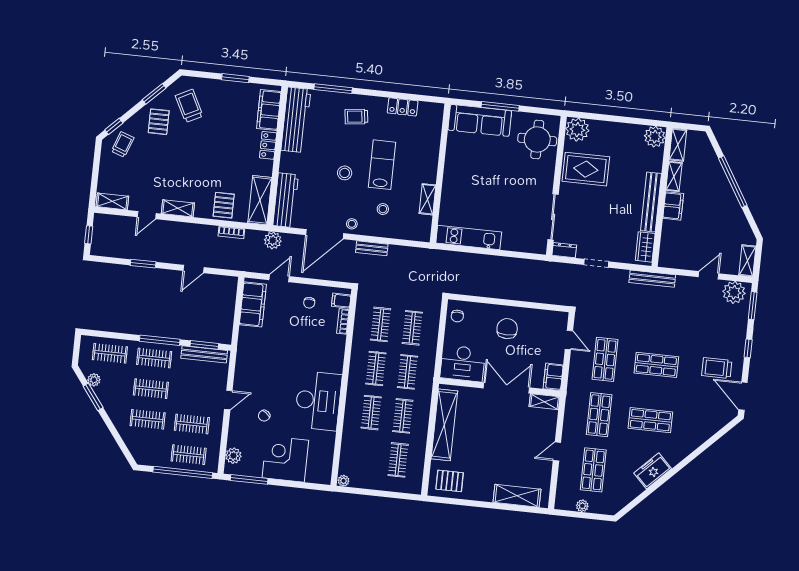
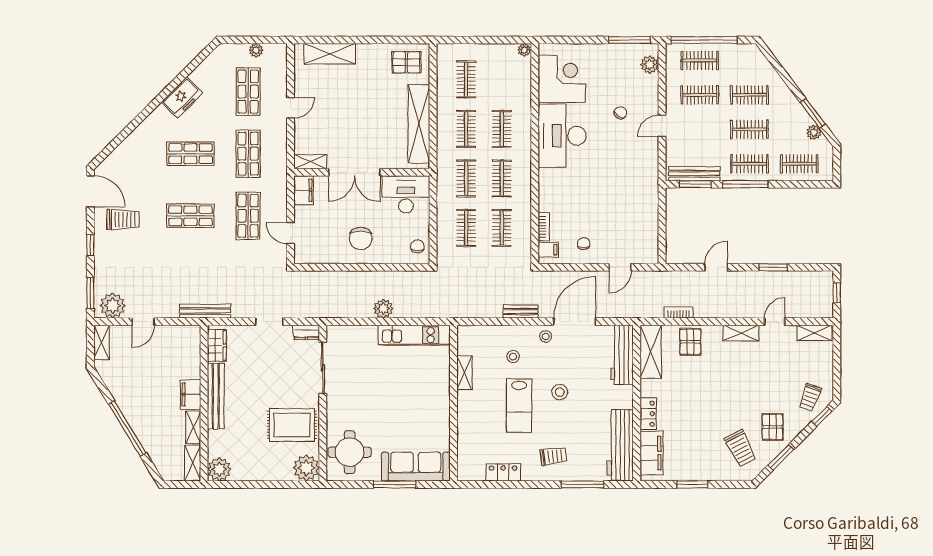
plant: (273, 240) -> (383, 309), moved
filing cabinet: (253, 304) -> (646, 235), removed
corner desk: (285, 459) -> (562, 79), moved, turned -90

